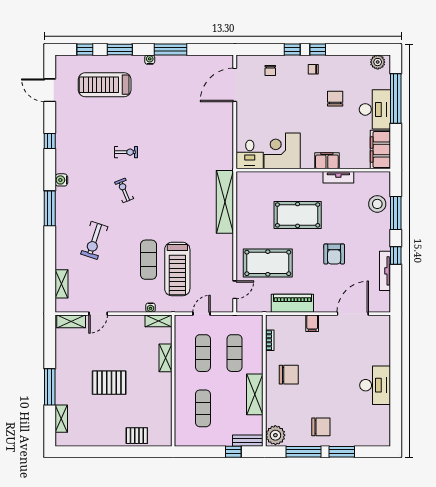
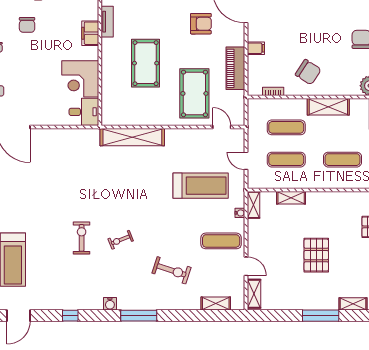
chair: (335, 99) -> (27, 25), turned -90
exercise bike: (126, 152) -> (82, 238), width x1.38, depth x1.39
armchair: (334, 254) -> (201, 24), moved
exercise mat: (148, 260) -> (221, 241), moved
chair: (289, 375) -> (308, 72), turned 123

